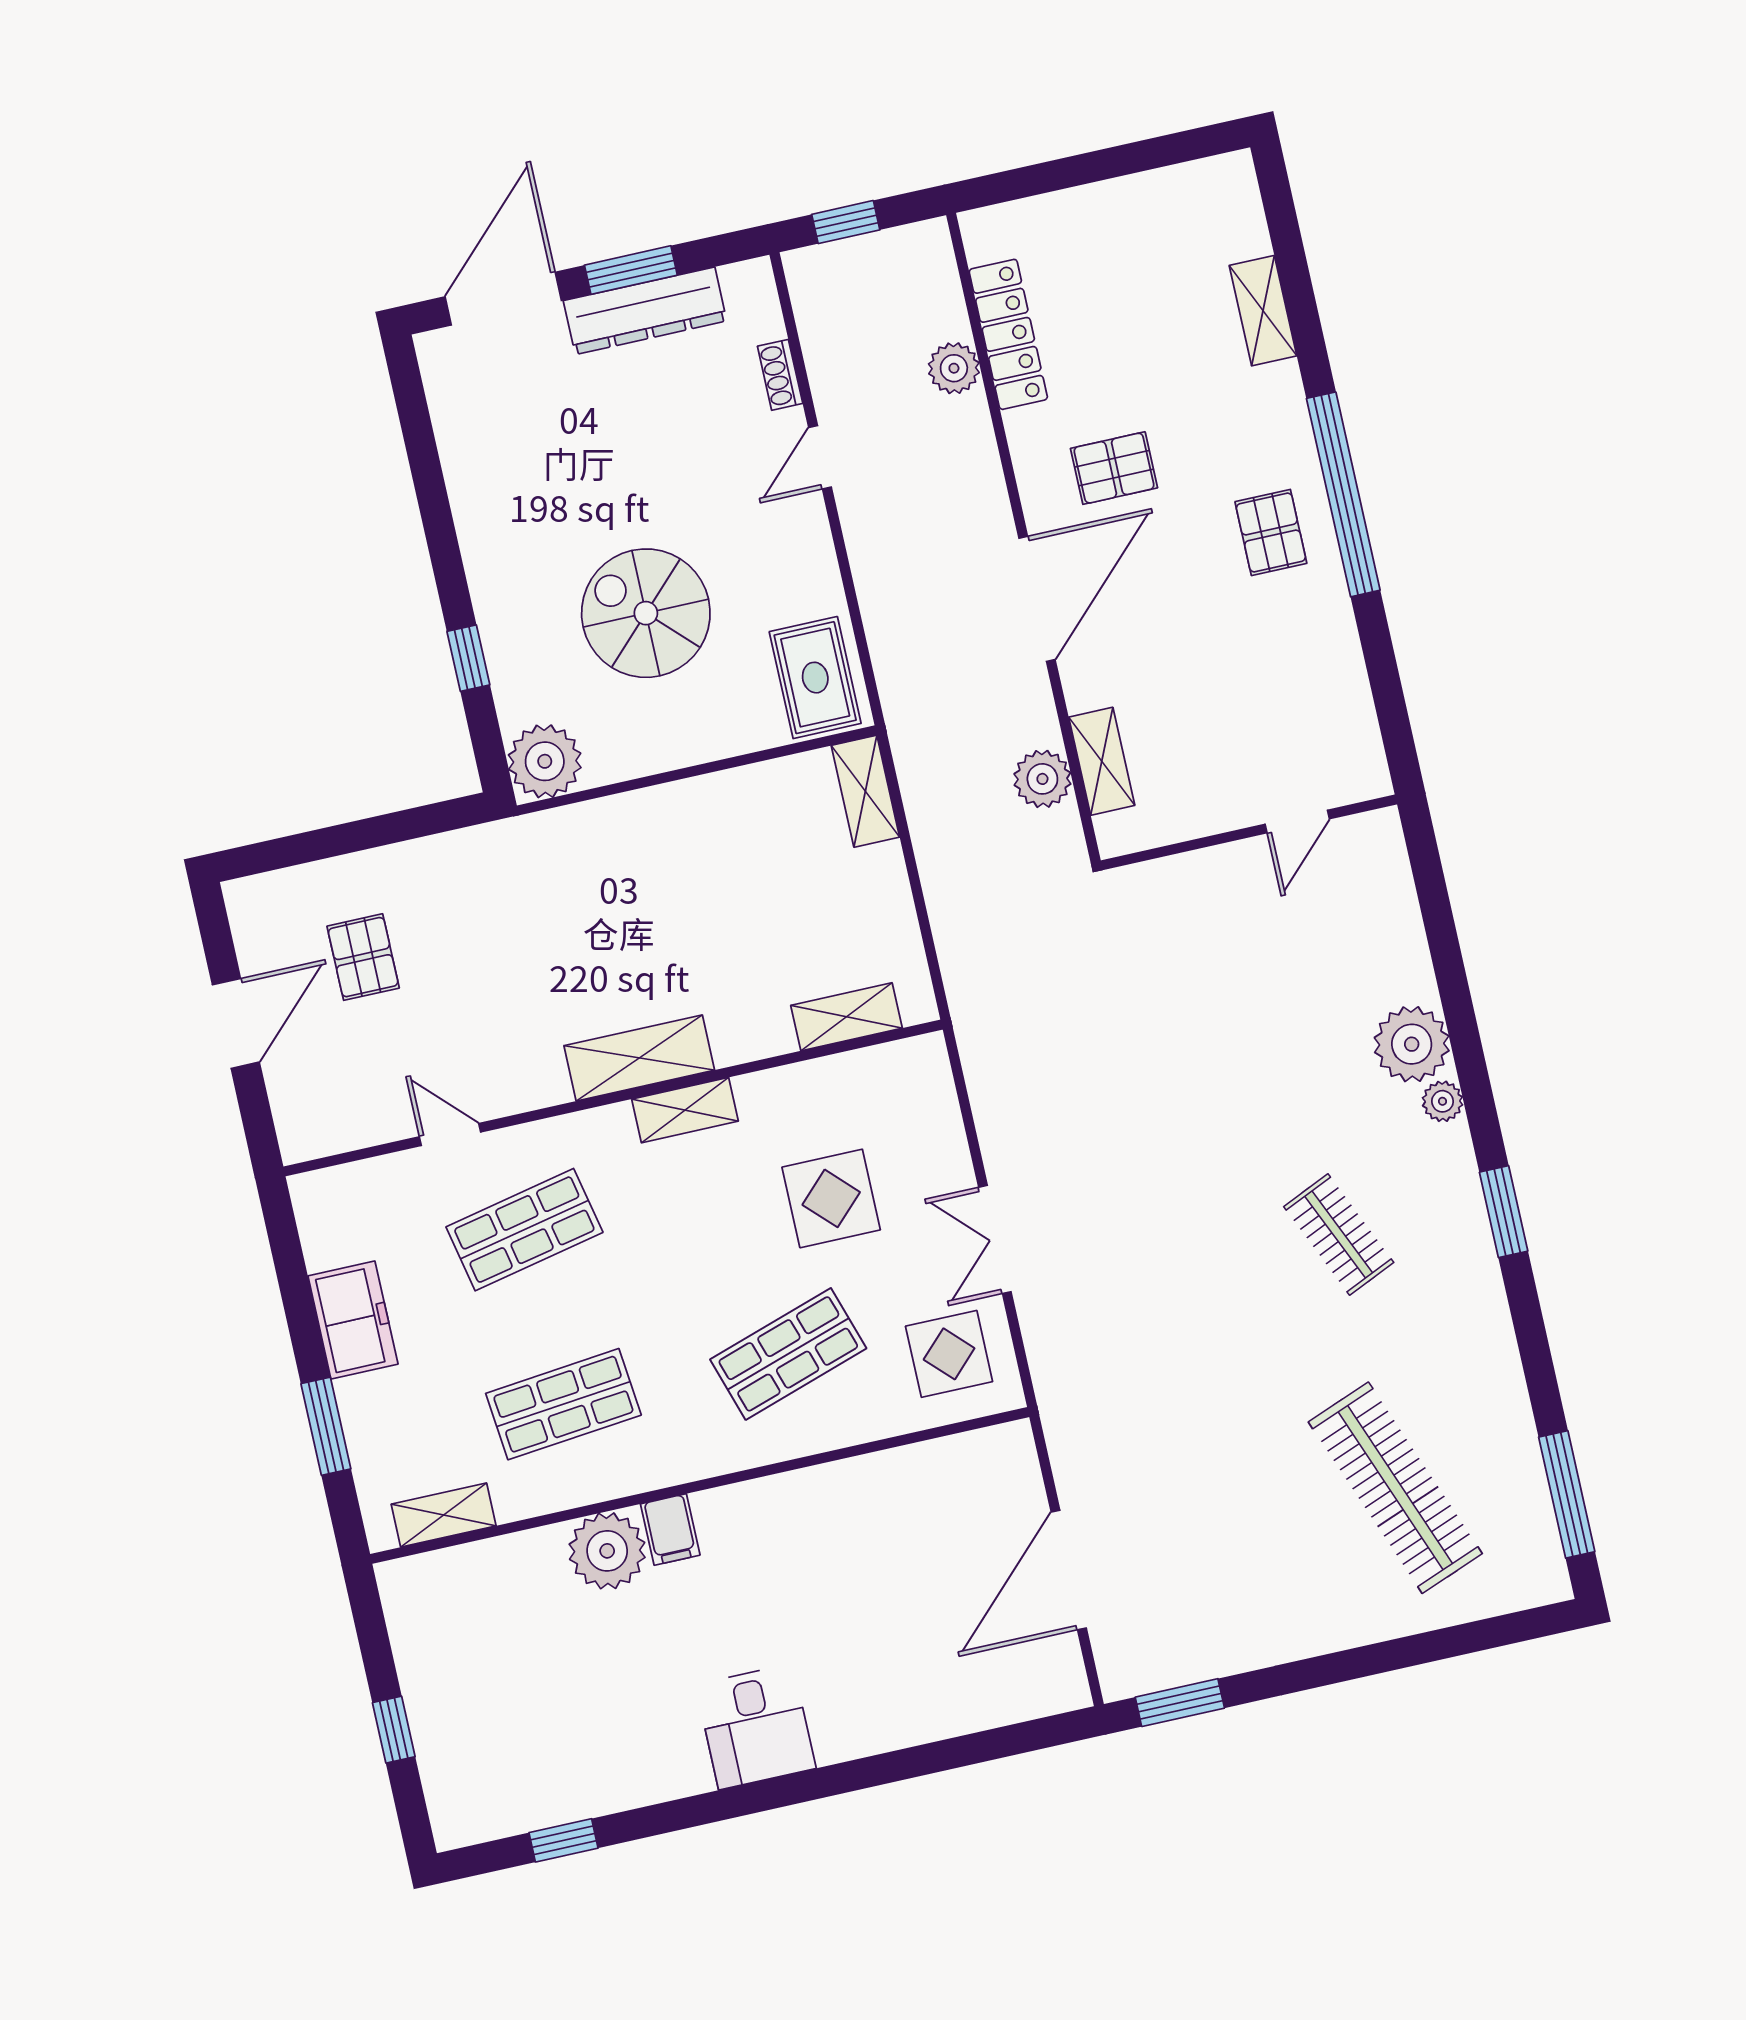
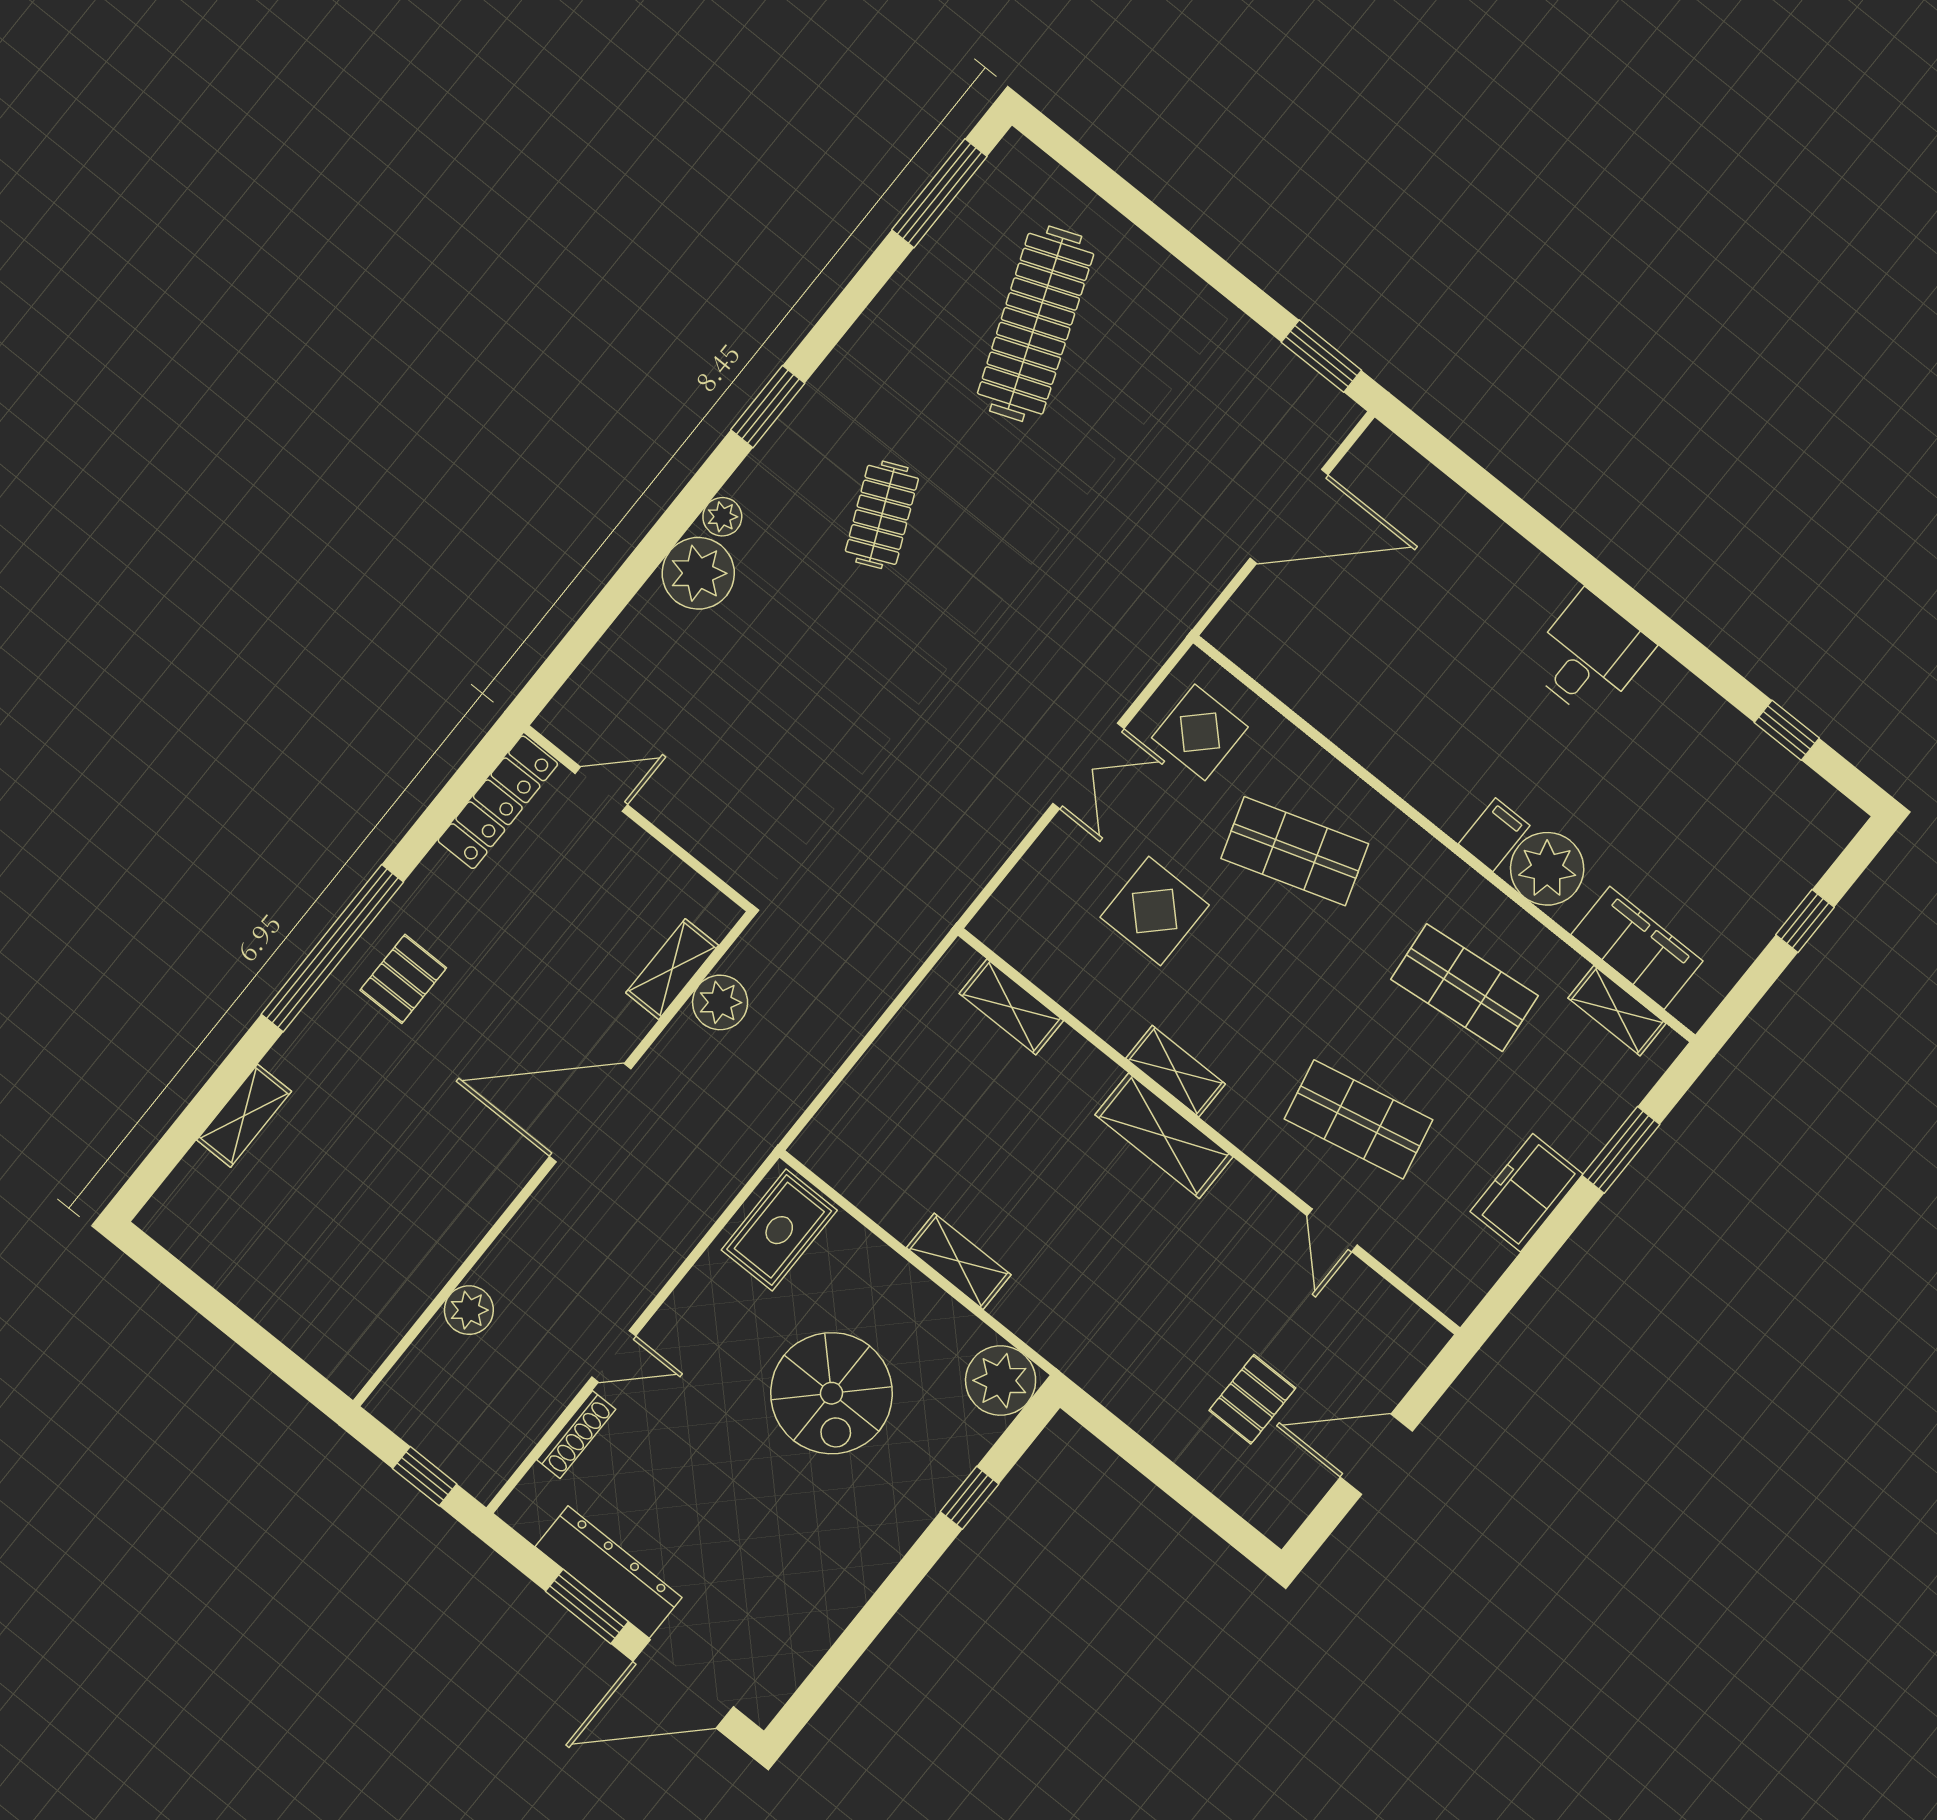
locker: (1008, 334) -> (498, 802), moved, turned 180
shoe rack: (780, 375) -> (576, 1435), width x1.43
pallet: (1114, 468) -> (448, 1133), removed
shelving: (865, 791) -> (959, 1261), moved, turned 90
filing cabinet: (482, 1573) -> (1637, 948), added

